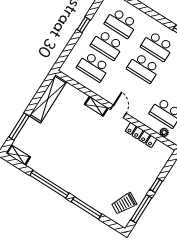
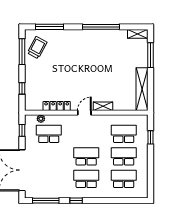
window: (84, 25) -> (150, 137), moved
door: (118, 111) -> (84, 113), swing flipped
window: (156, 185) -> (22, 88), moved
window: (86, 208) -> (50, 27), moved

